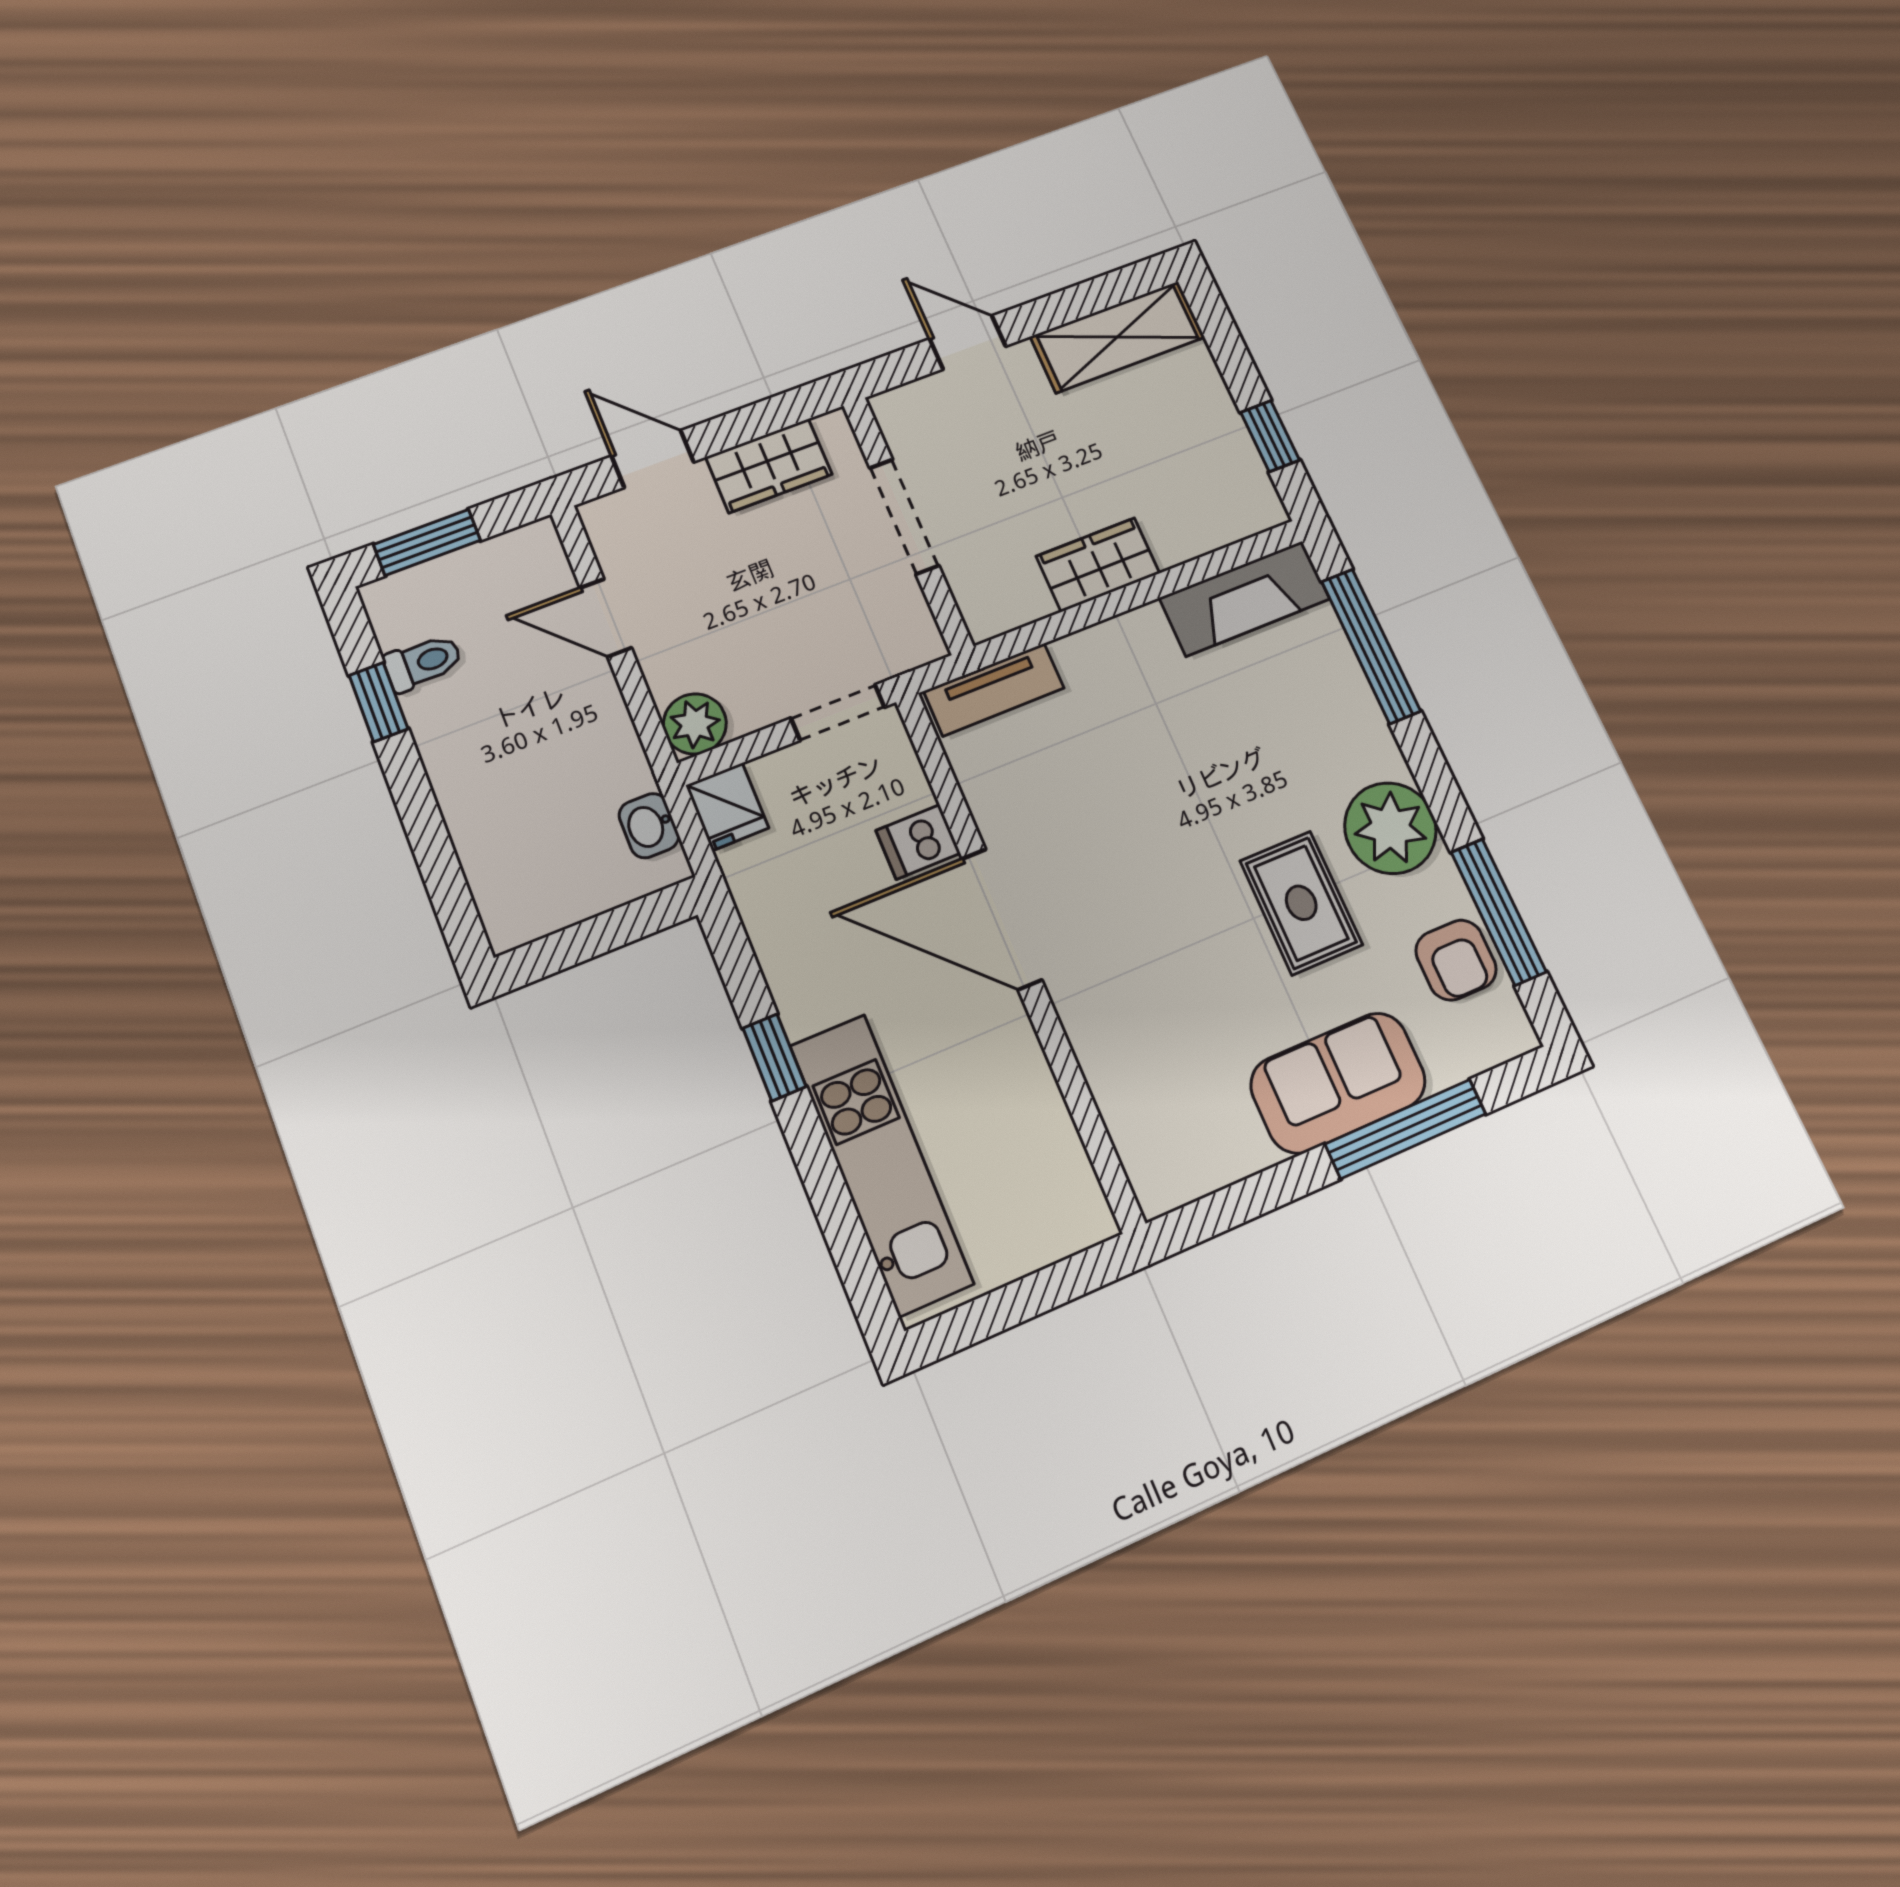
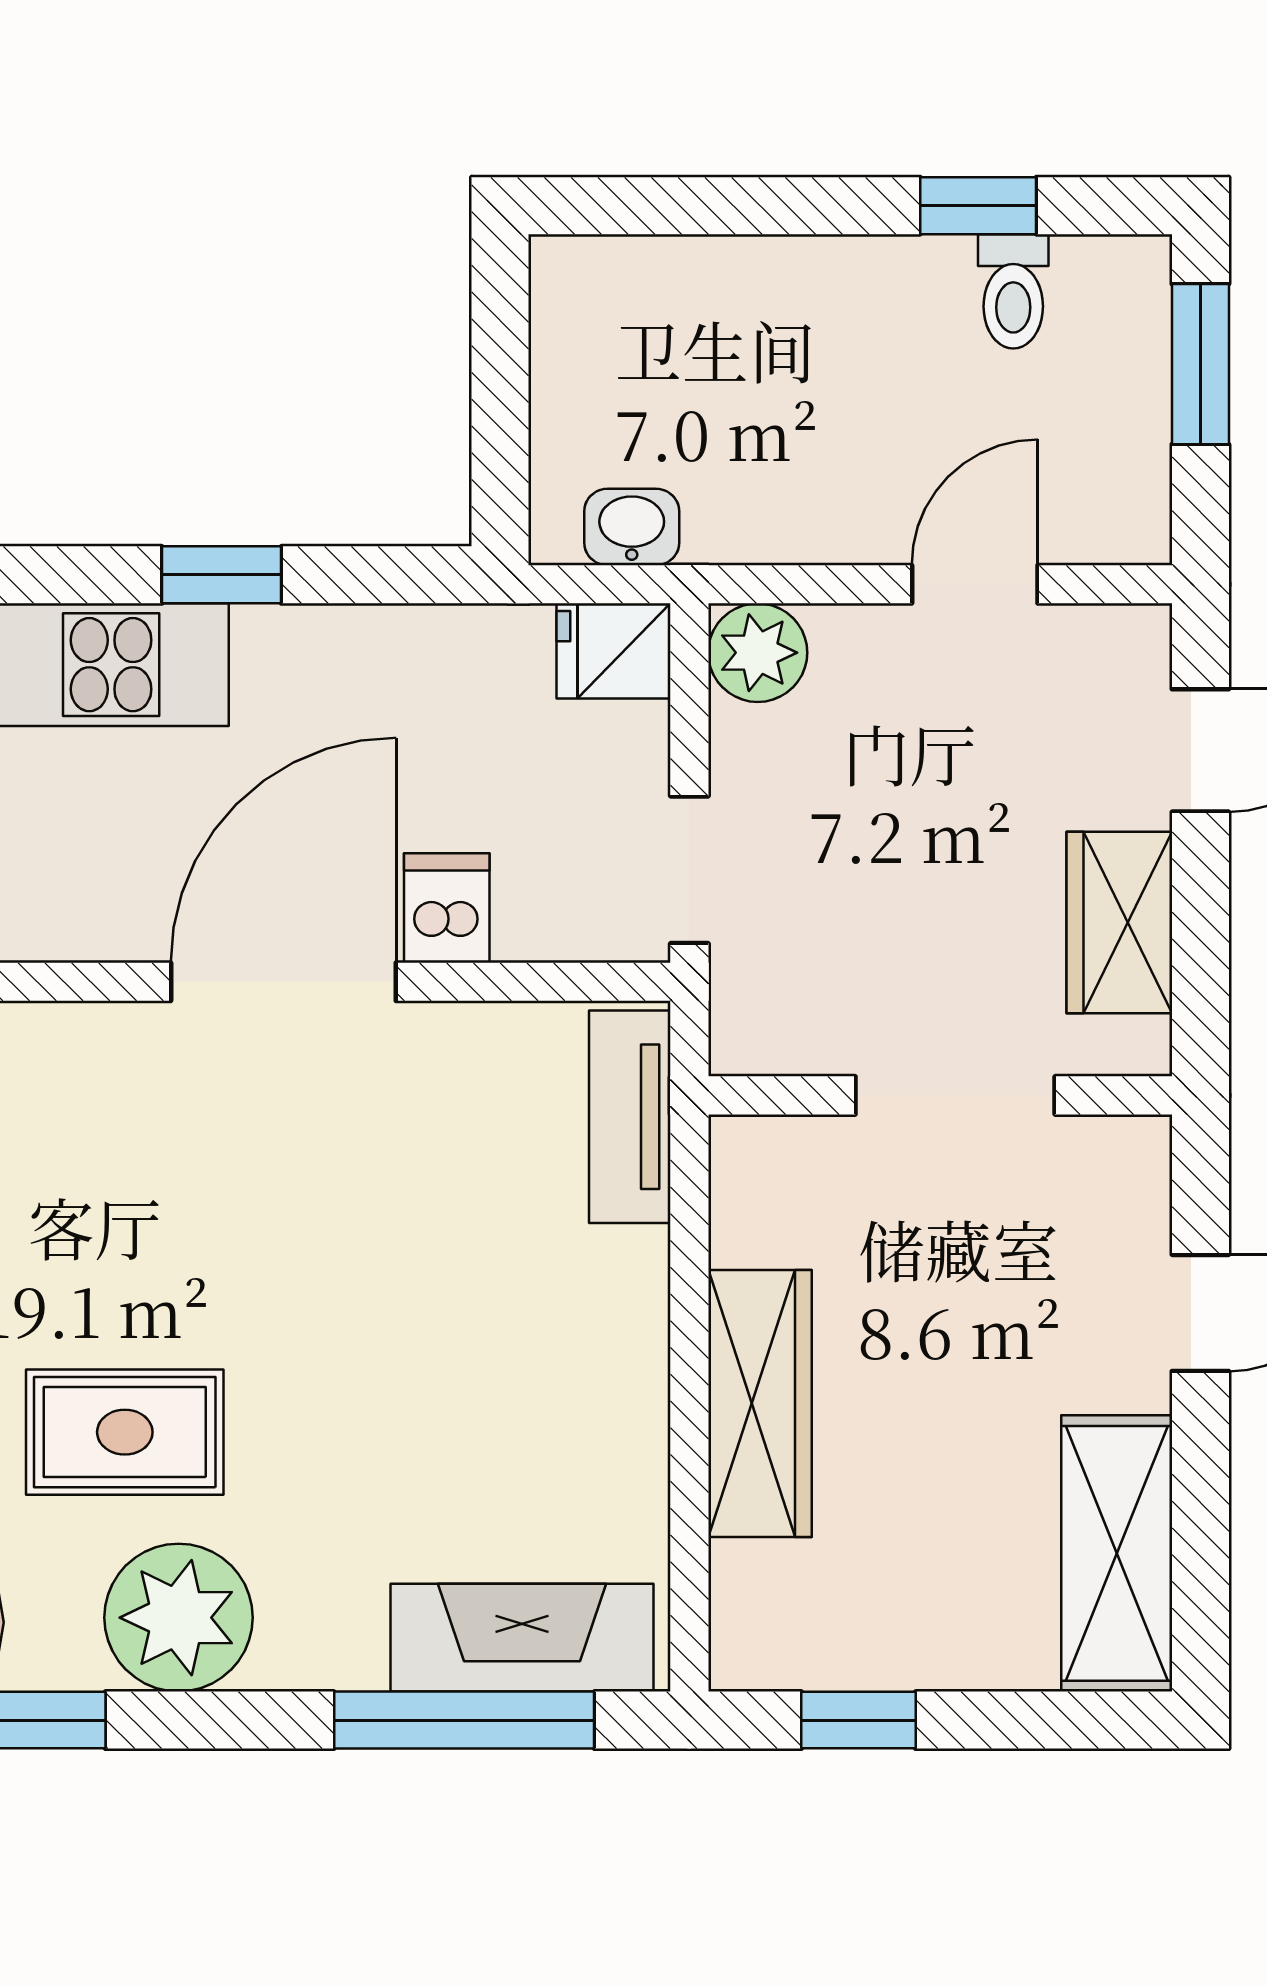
wardrobe: (1098, 565) -> (760, 1403), width x1.50
fireplace: (1245, 599) -> (522, 1638), moved, turned 90

